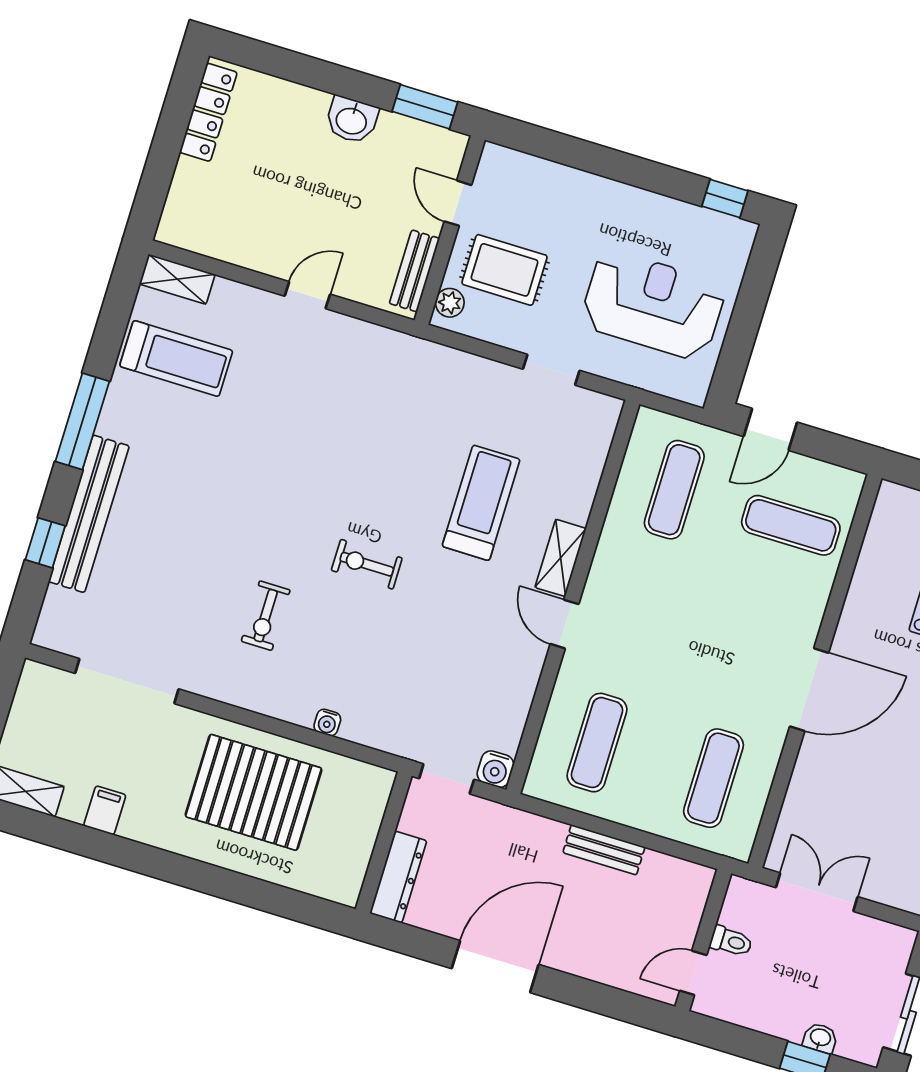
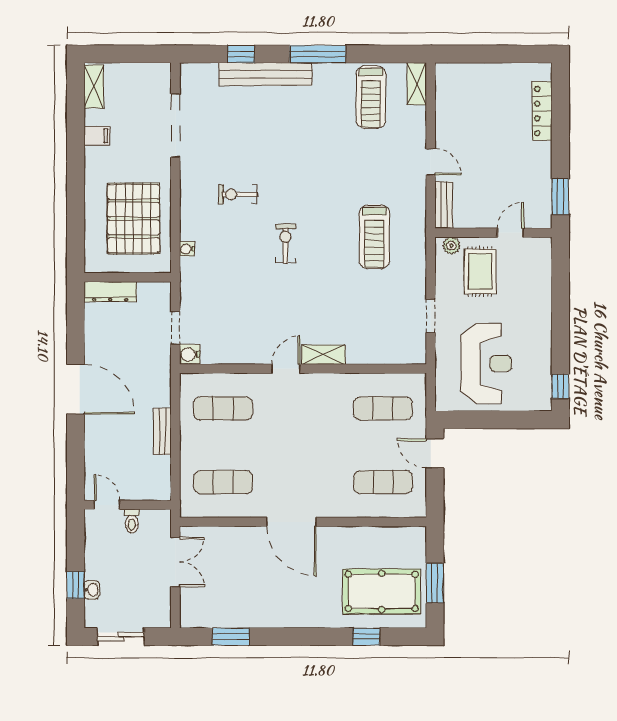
locker: (208, 112) -> (542, 111), moved, turned 90
washbasin: (352, 120) -> (540, 156), removed
bench: (414, 271) -> (444, 205), moved, turned 90
treadmill: (481, 503) -> (374, 237), moved, turned 90
exercise mat: (791, 525) -> (383, 482), turned 90
wall: (384, 842) -> (128, 277), moved
dresser: (398, 877) -> (110, 292), moved

